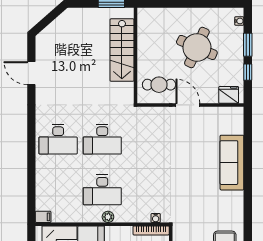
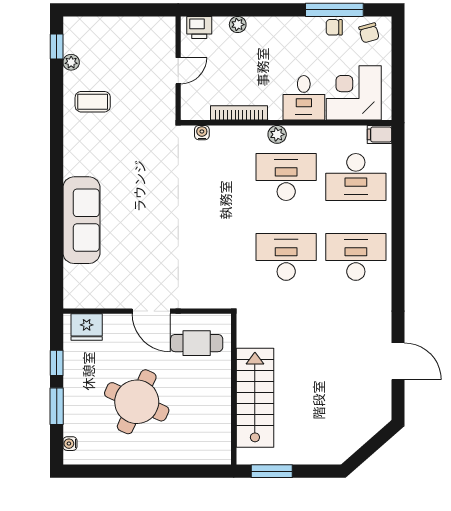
desk: (58, 190) -> (356, 177), added
bookcase: (151, 230) -> (239, 113), moved

